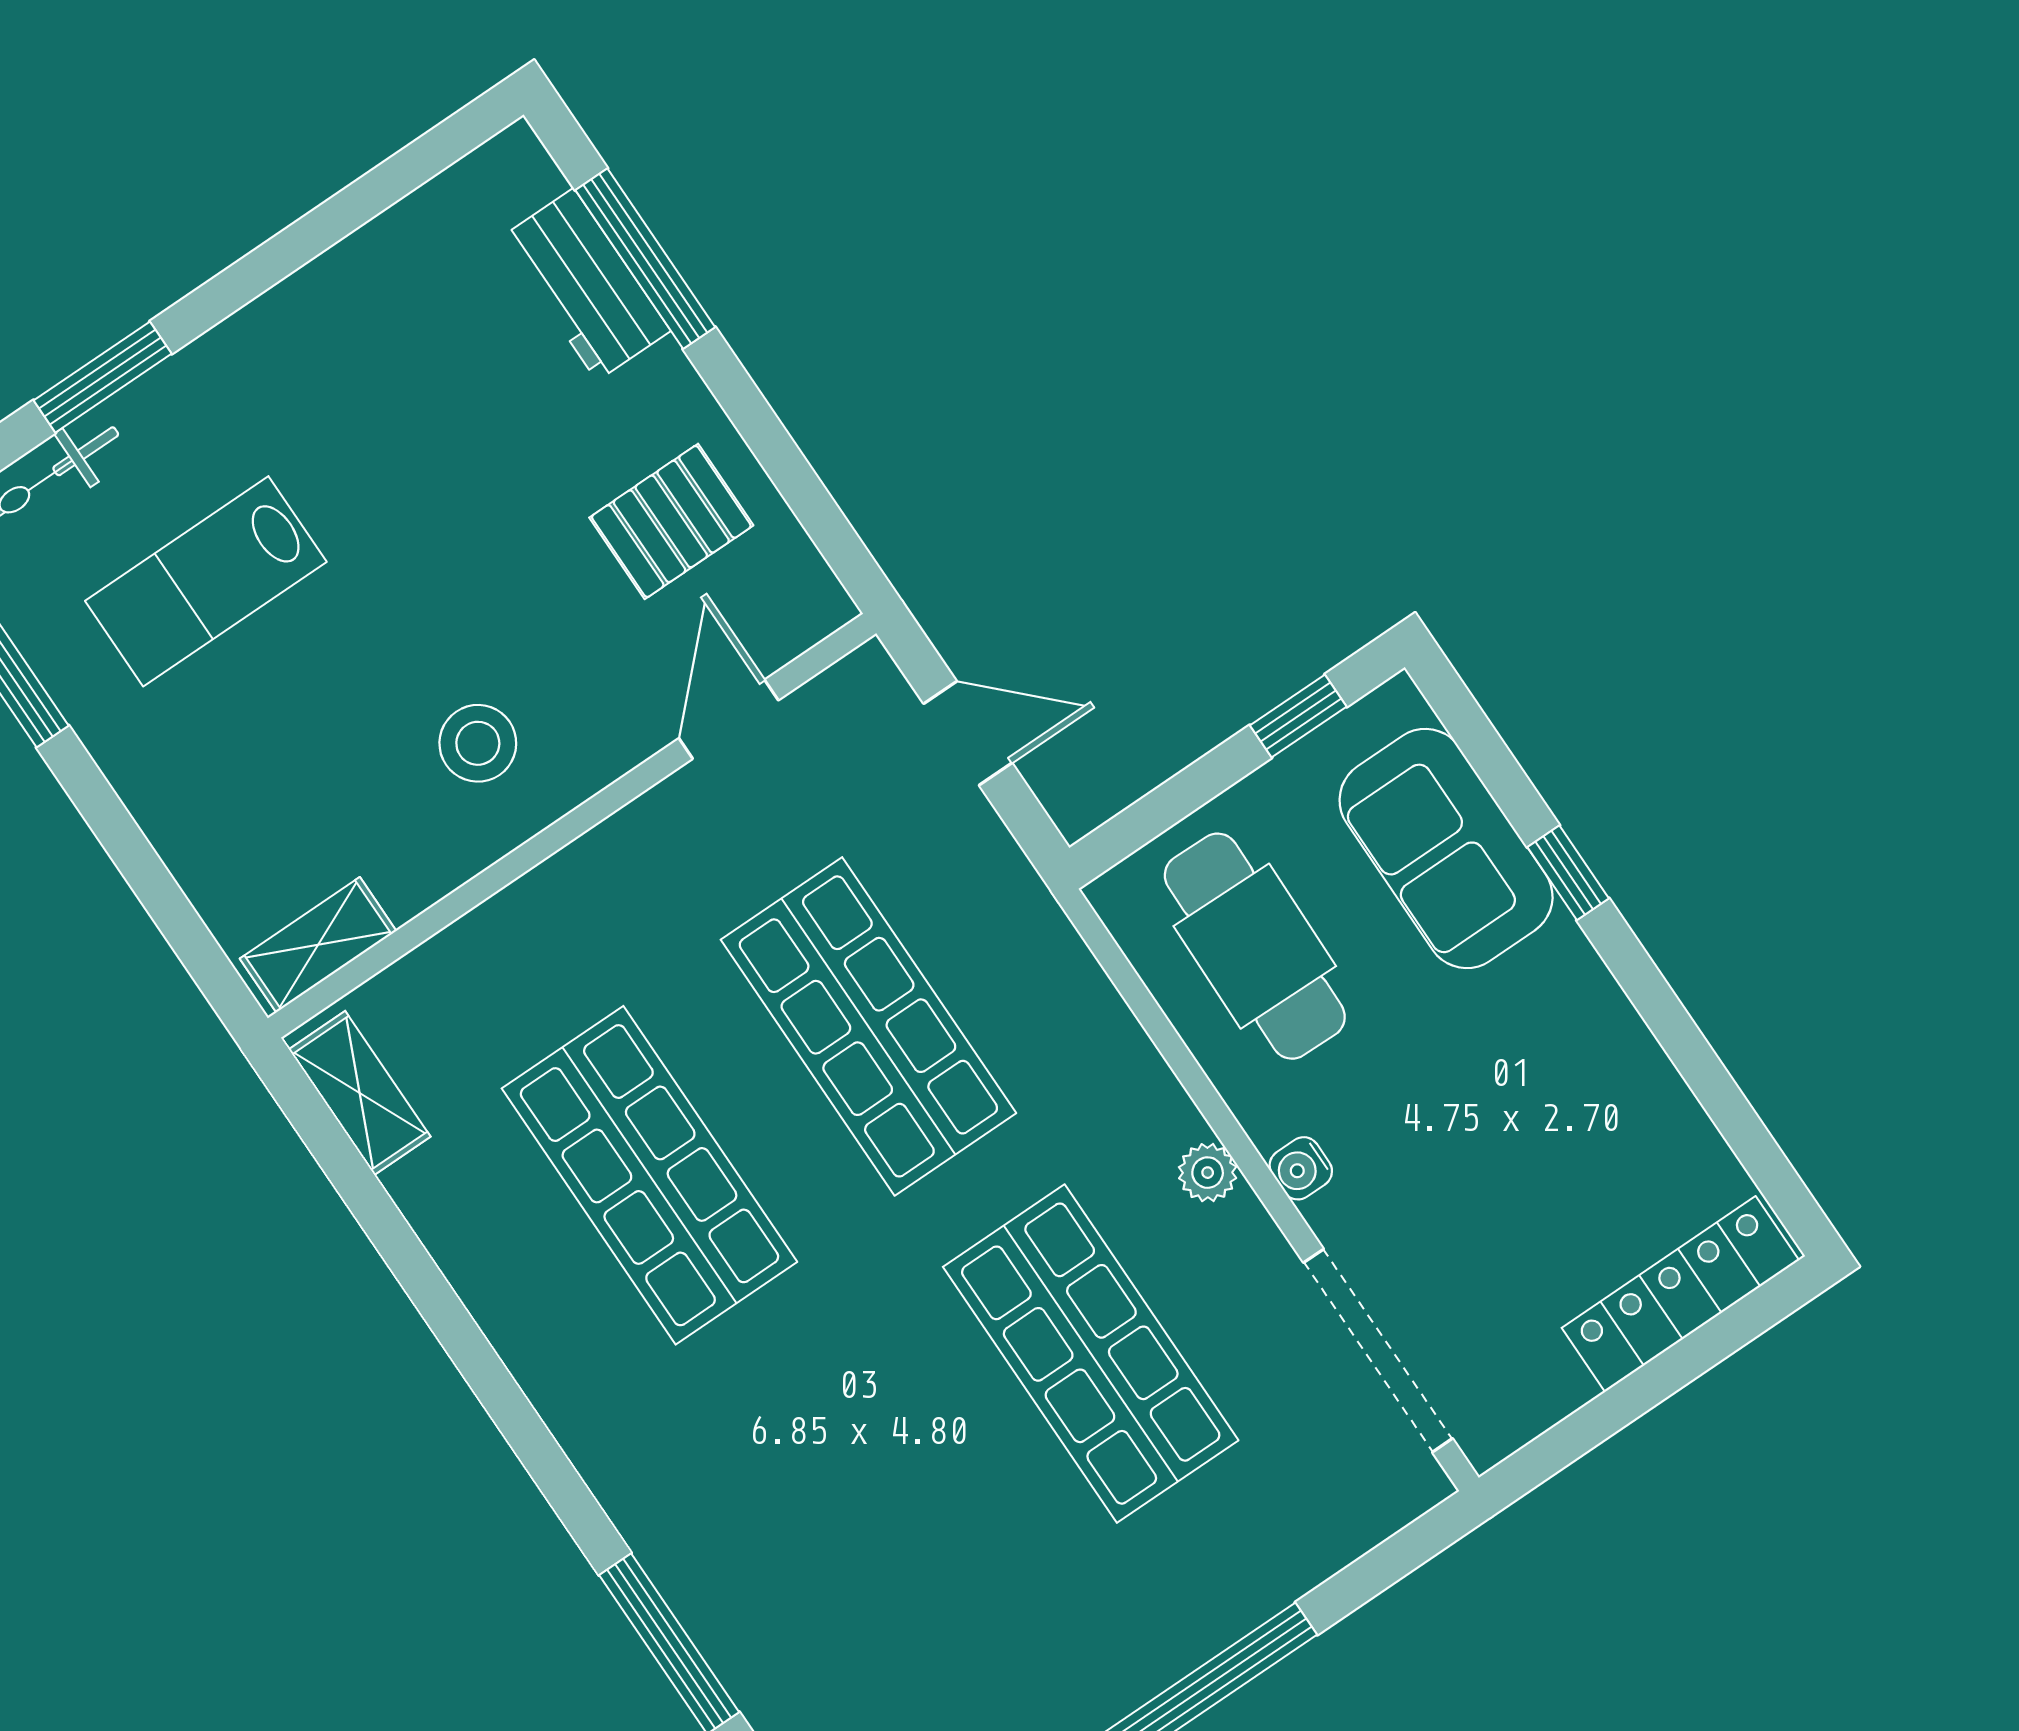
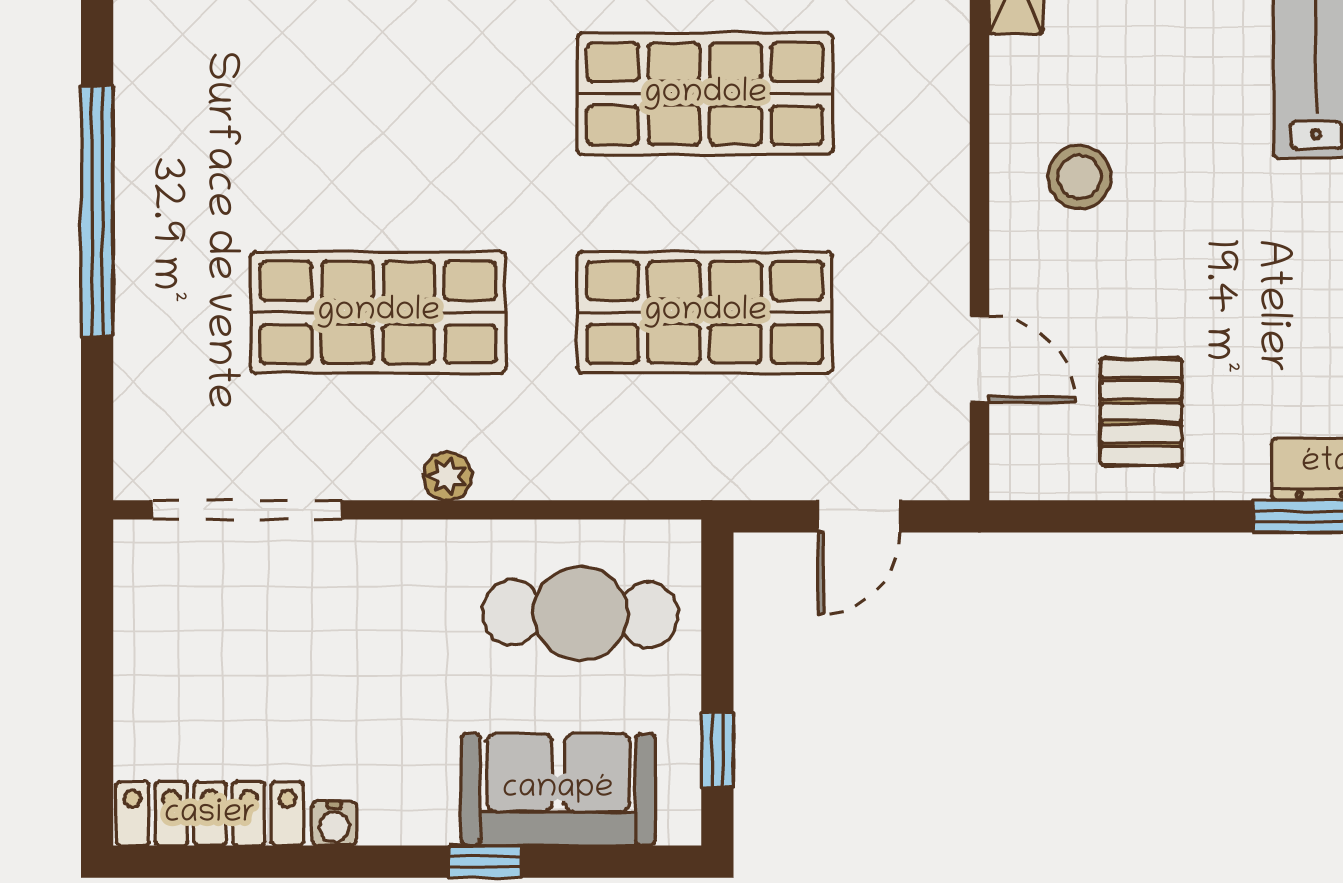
water cooler: (1301, 1168) -> (334, 823), moved, turned 180
locker: (1680, 1294) -> (210, 814), moved, turned -90

